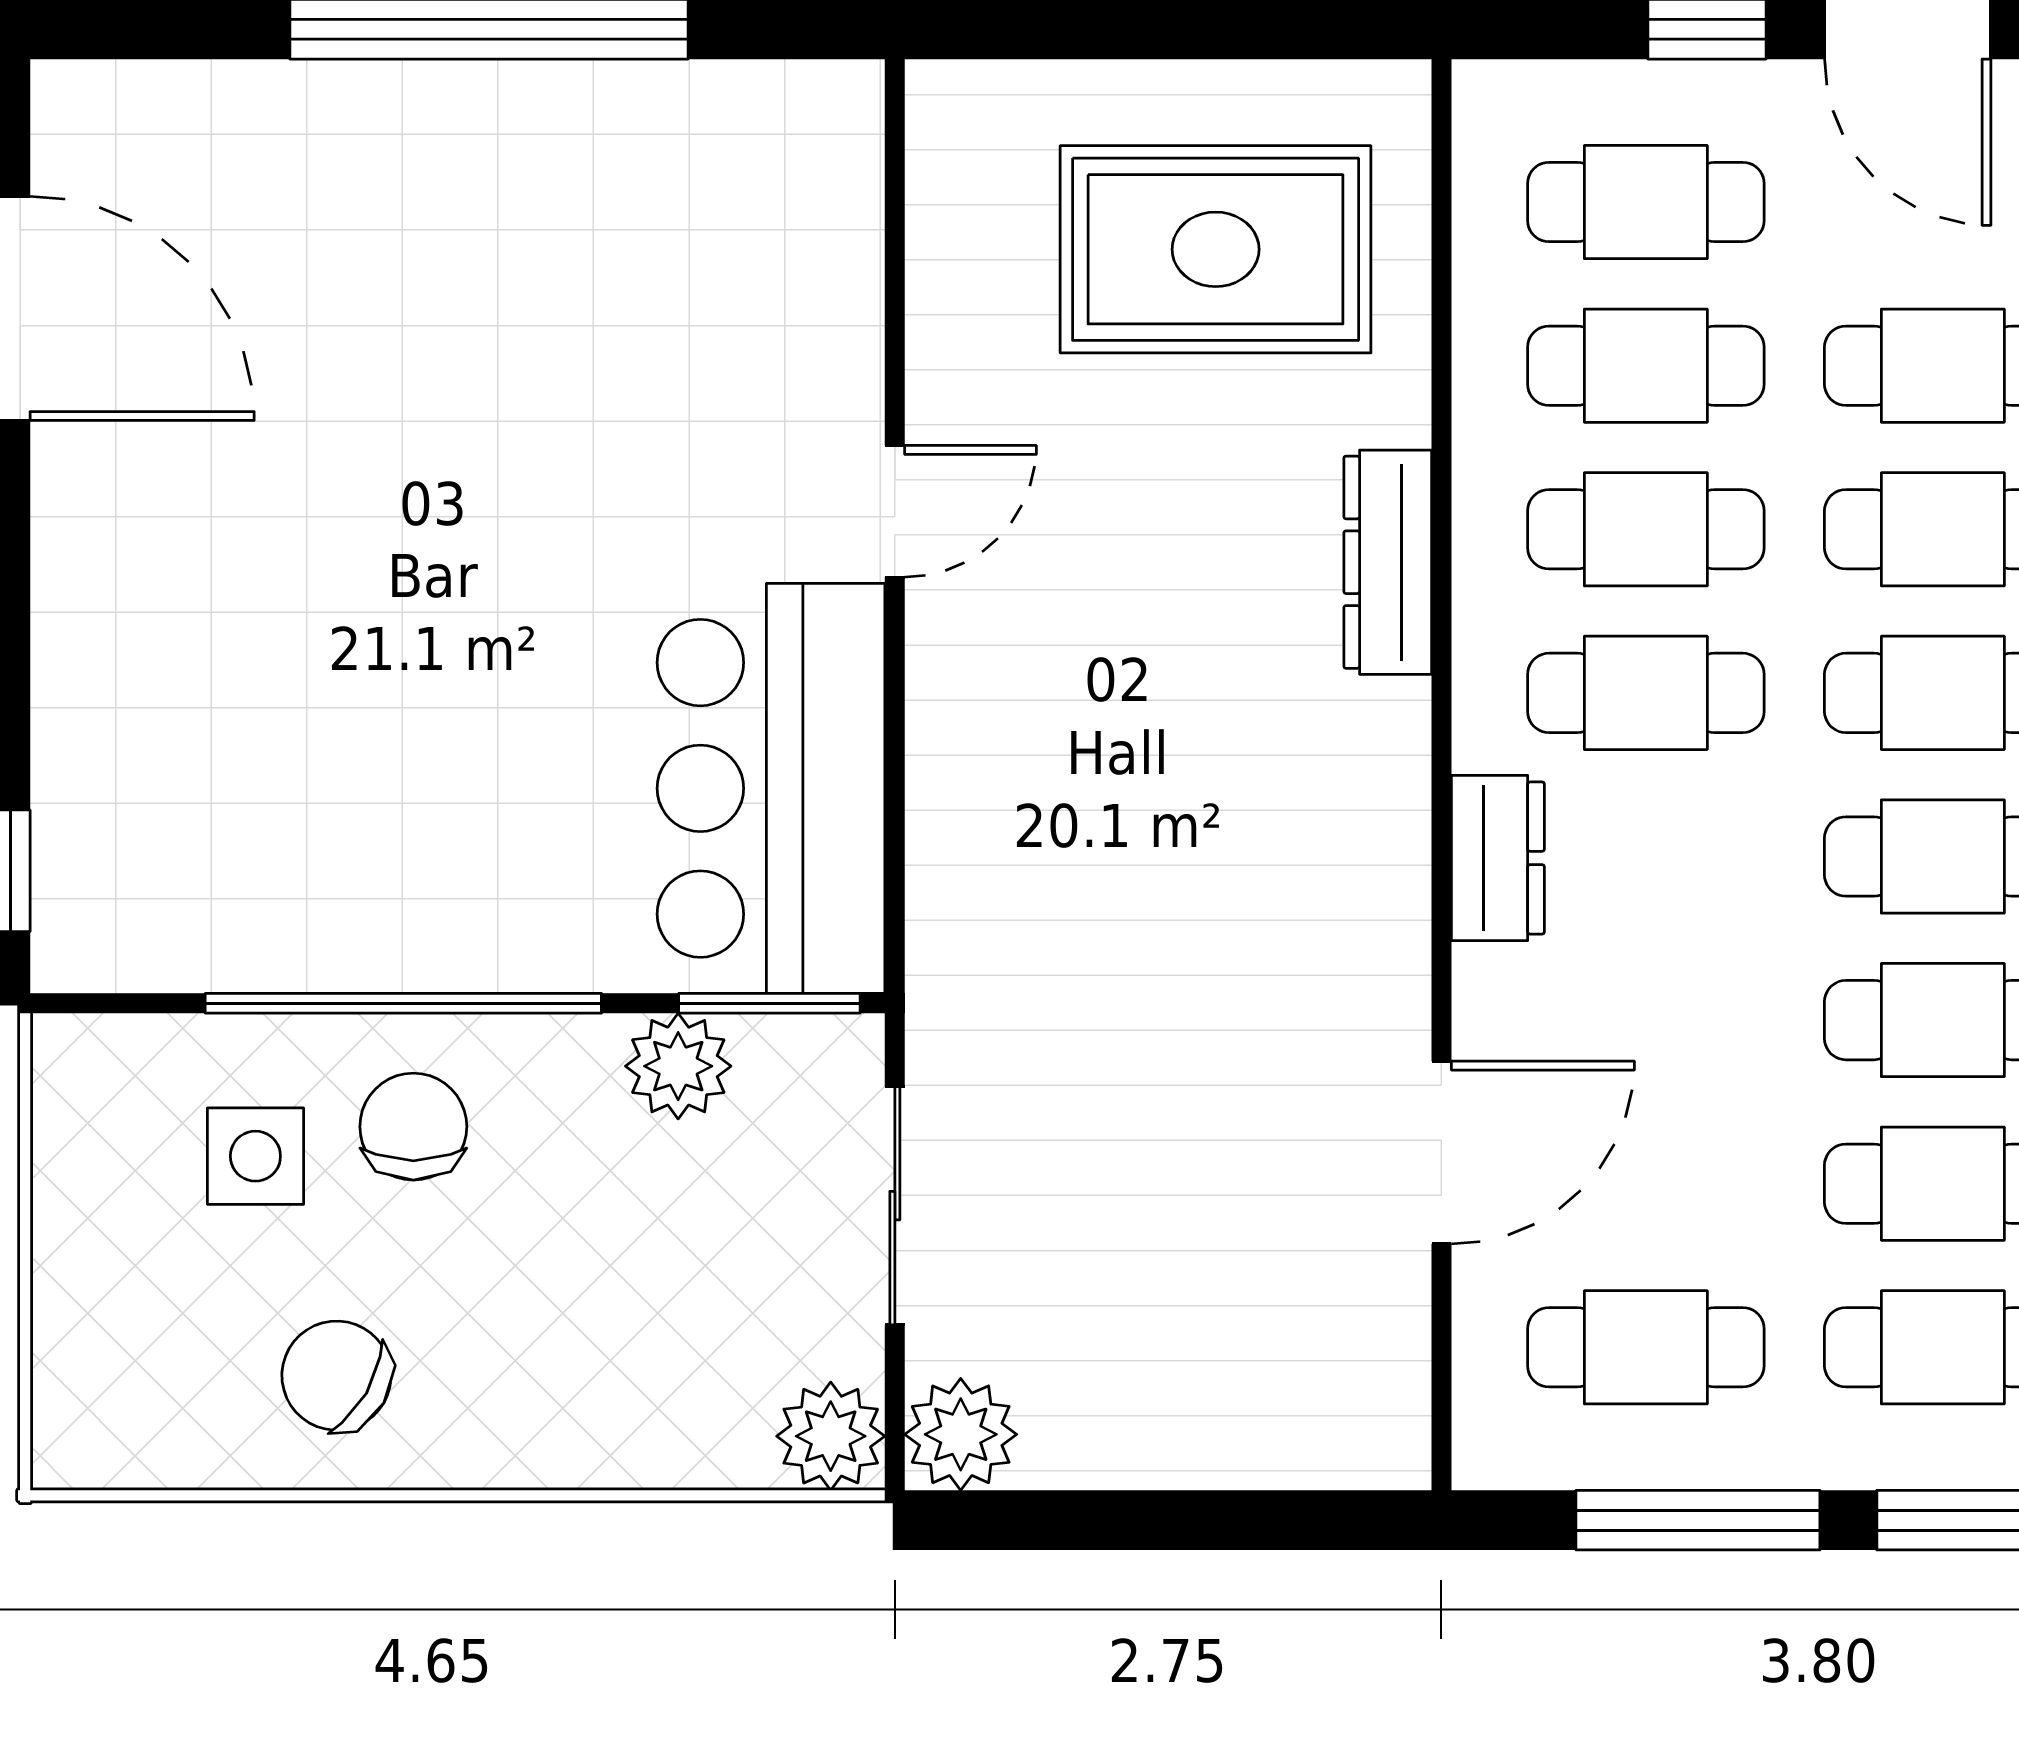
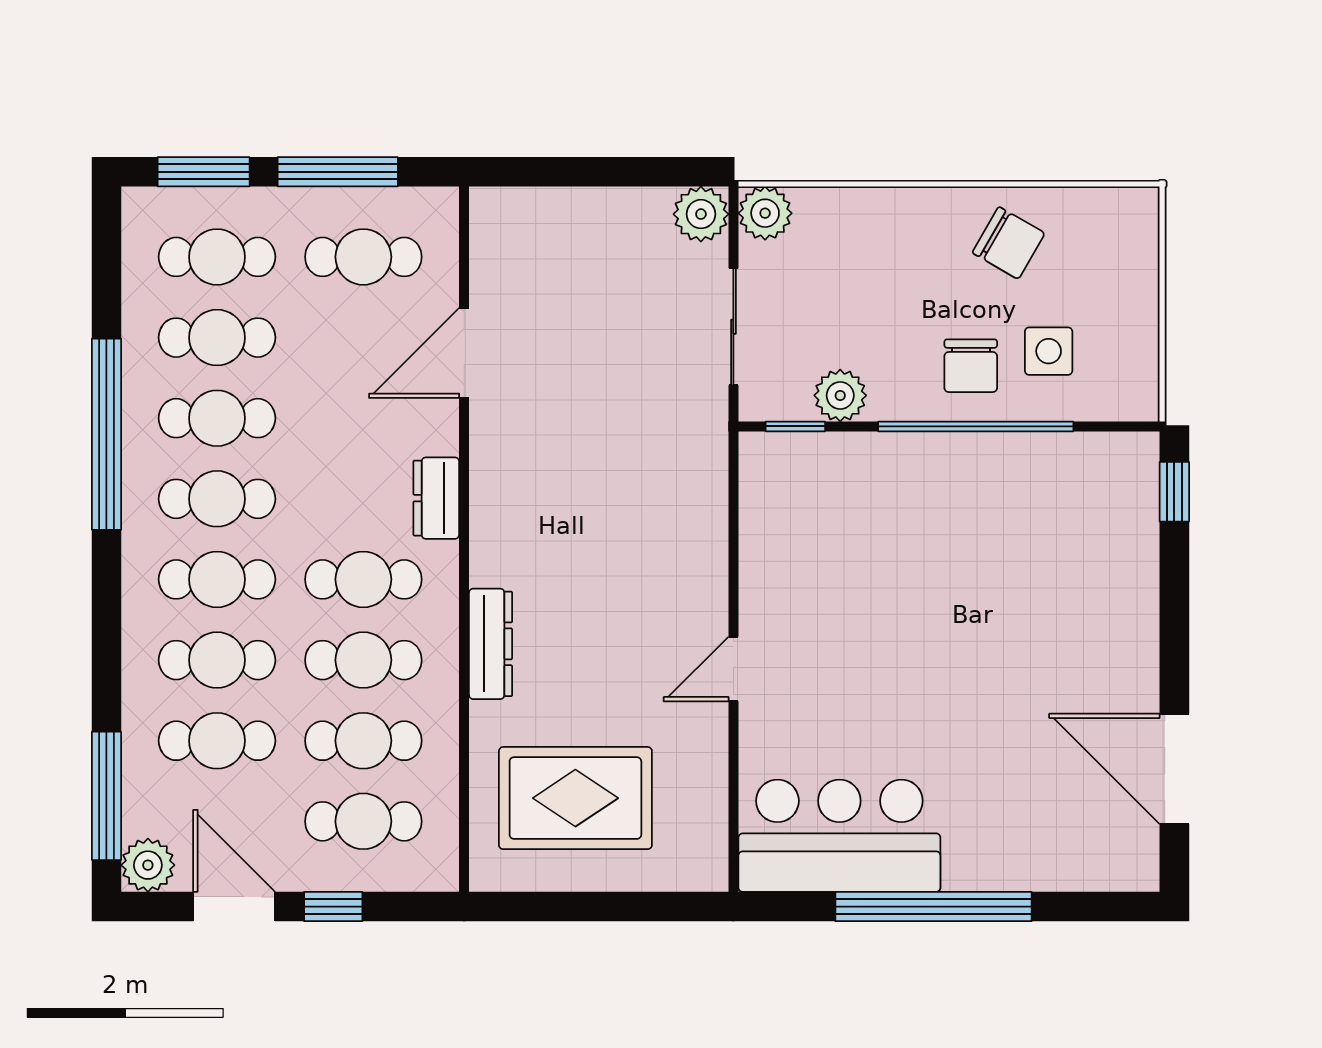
bar counter: (771, 788) -> (839, 836), moved, turned -90
window: (769, 1003) -> (795, 426), width x0.67

